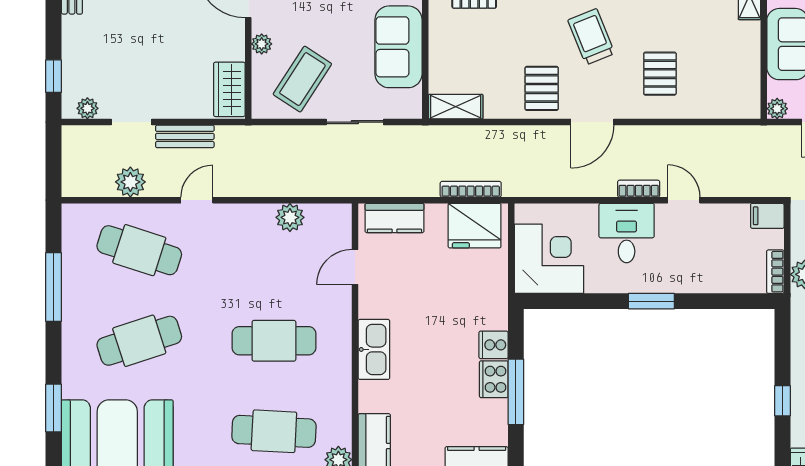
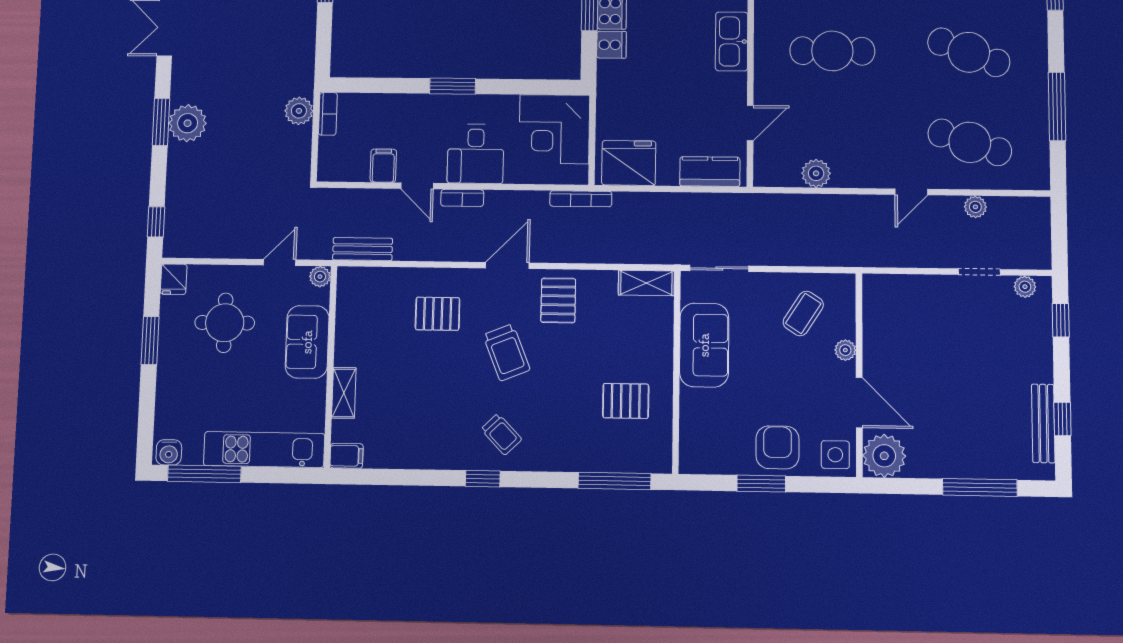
pallet: (660, 74) -> (438, 314), turned 90
coffee table: (302, 79) -> (803, 313), width x0.73, depth x0.77
wardrobe: (229, 89) -> (878, 304), removed
sliding door: (355, 122) -> (719, 268), moved
bench: (185, 136) -> (363, 249), moved
plant: (130, 182) -> (975, 207), width x0.73, depth x0.73
bookcase: (471, 189) -> (581, 199), moved
filing cabinet: (767, 216) -> (383, 166), moved, turned -90
cafe table: (139, 341) -> (969, 52), turned 39

